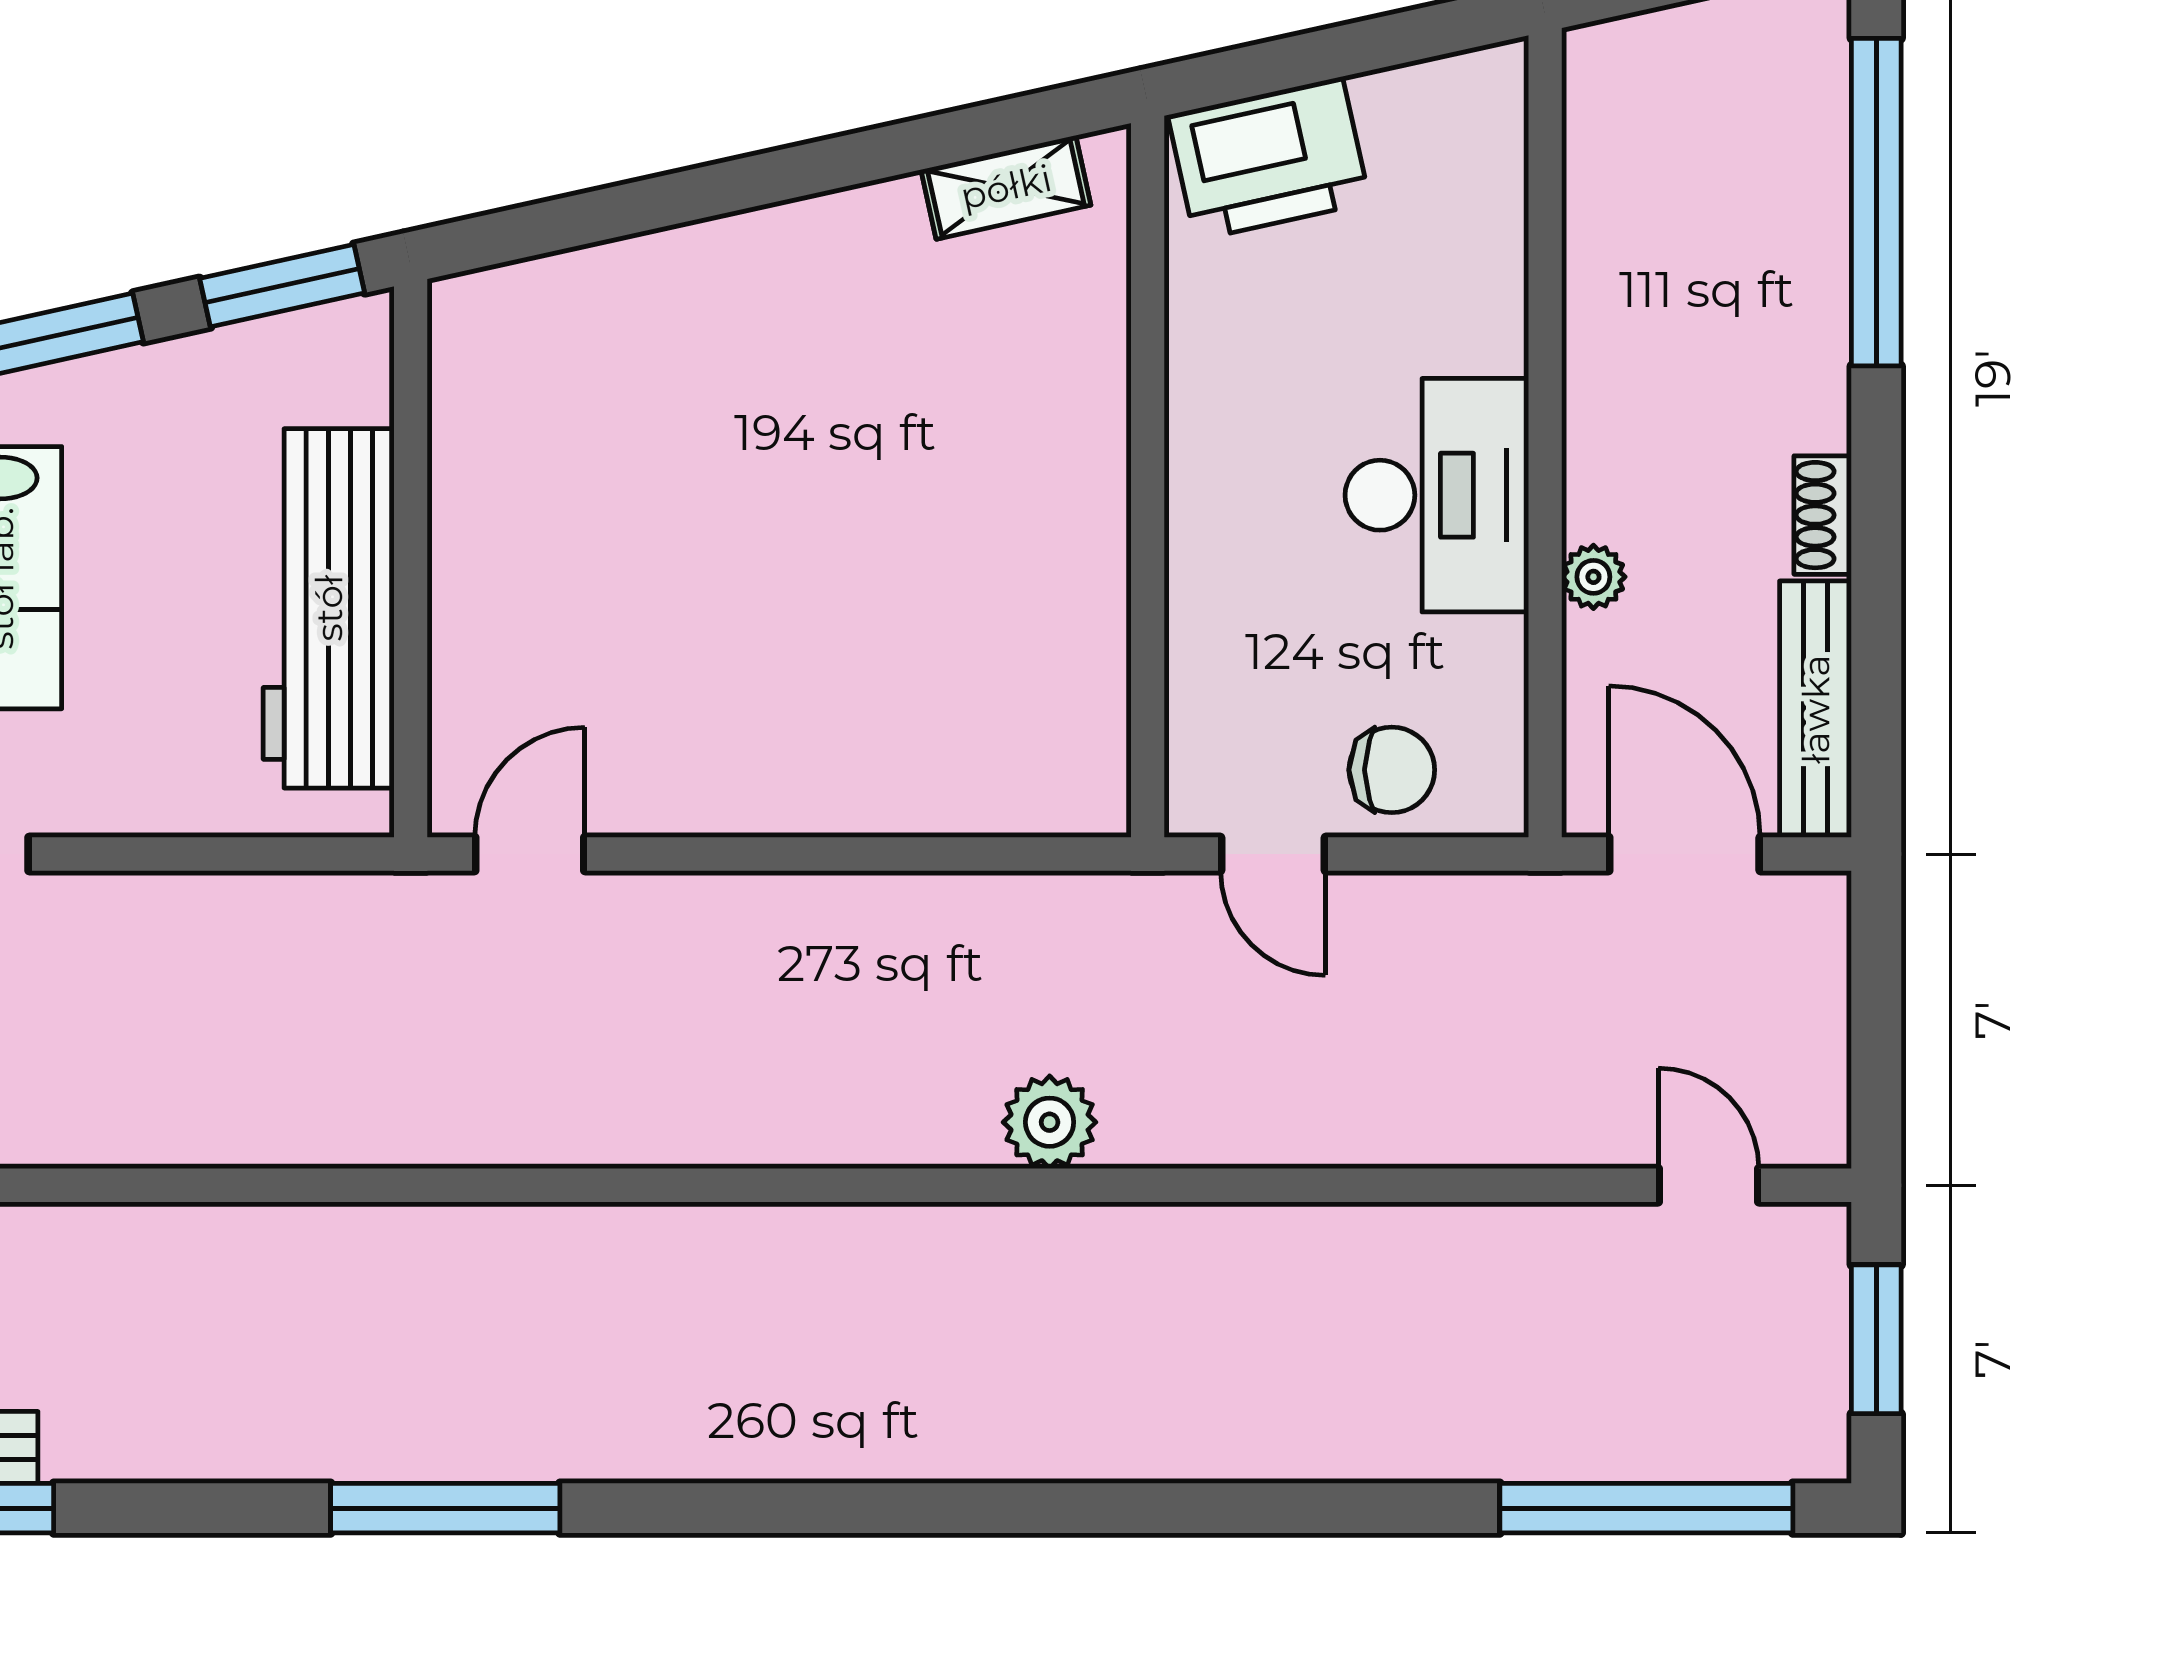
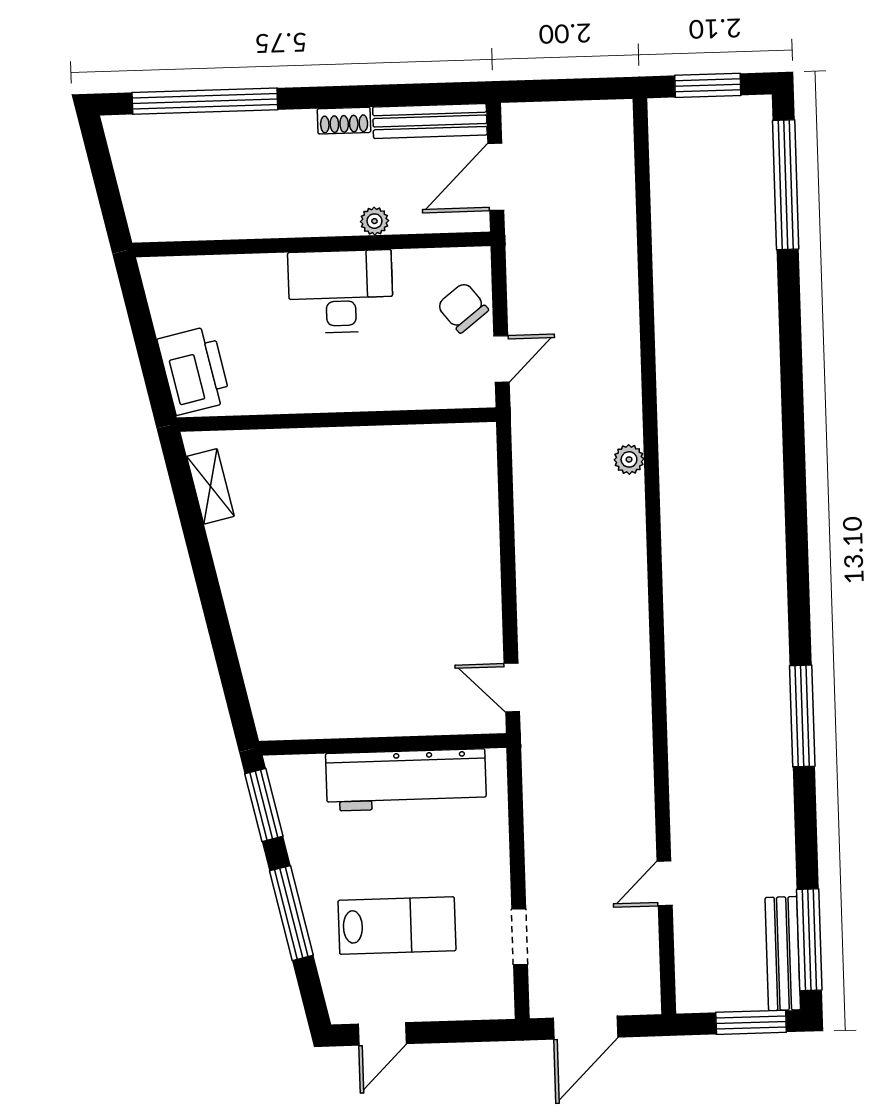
chair: (1392, 770) -> (463, 308), turned -38
plant: (1050, 1122) -> (629, 459), width x0.73, depth x0.73
door: (1709, 1185) -> (665, 883), moved

